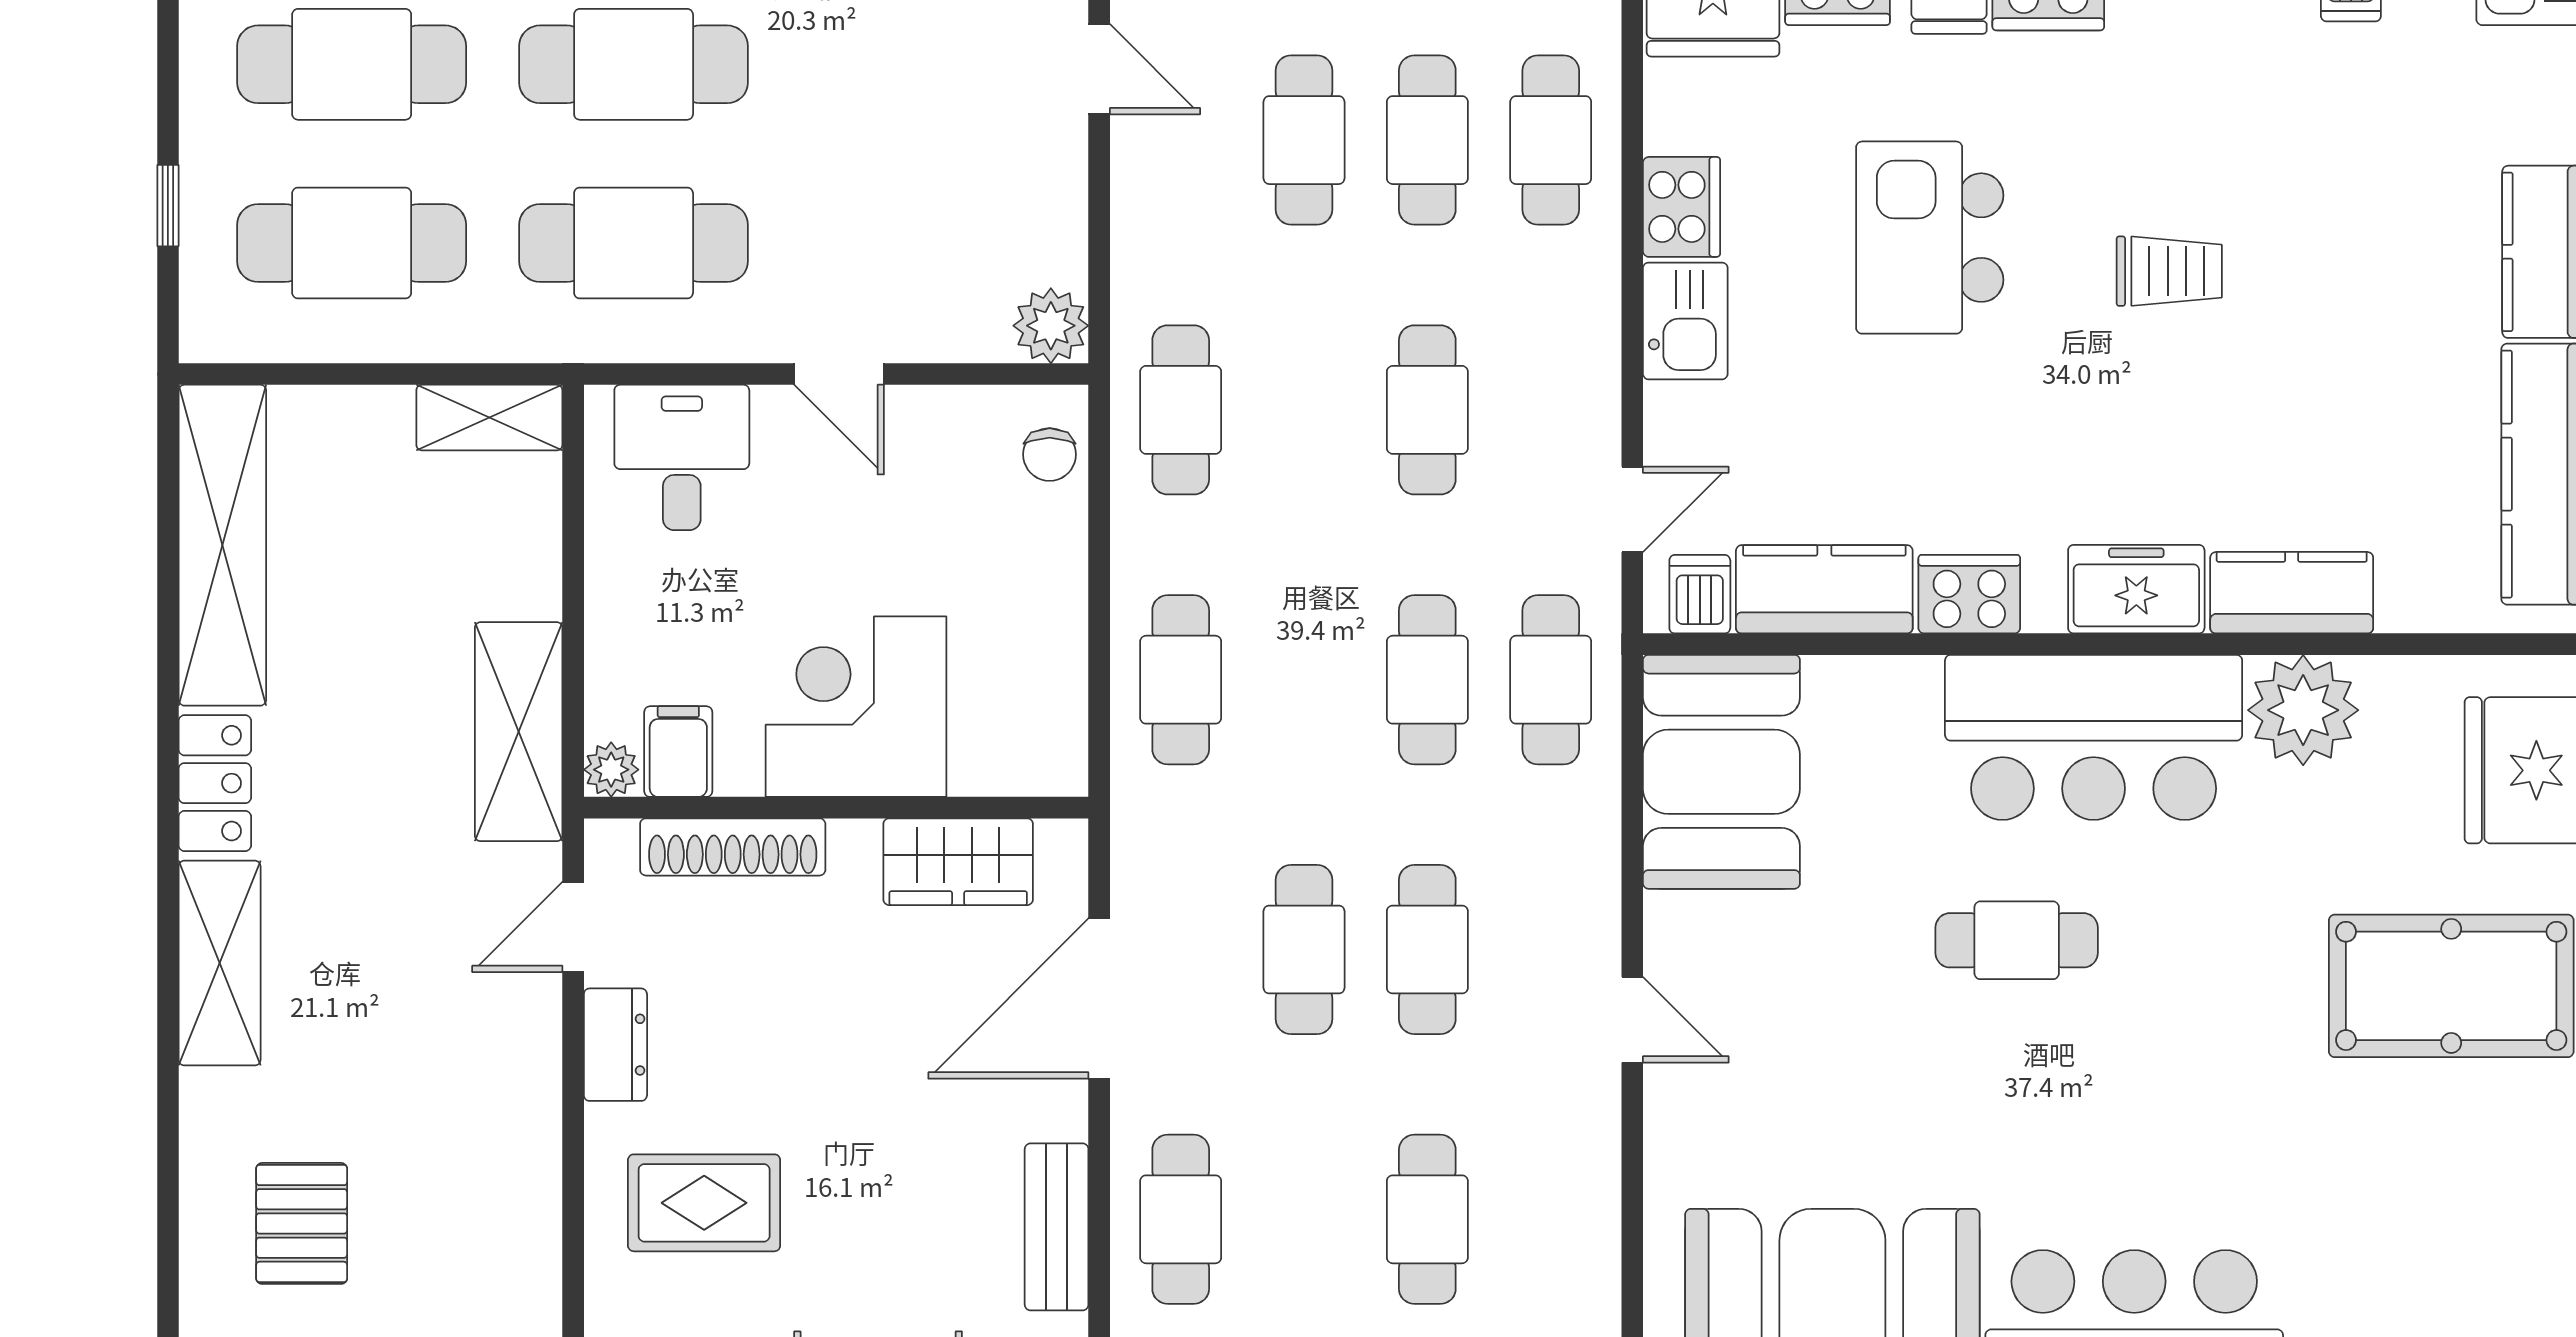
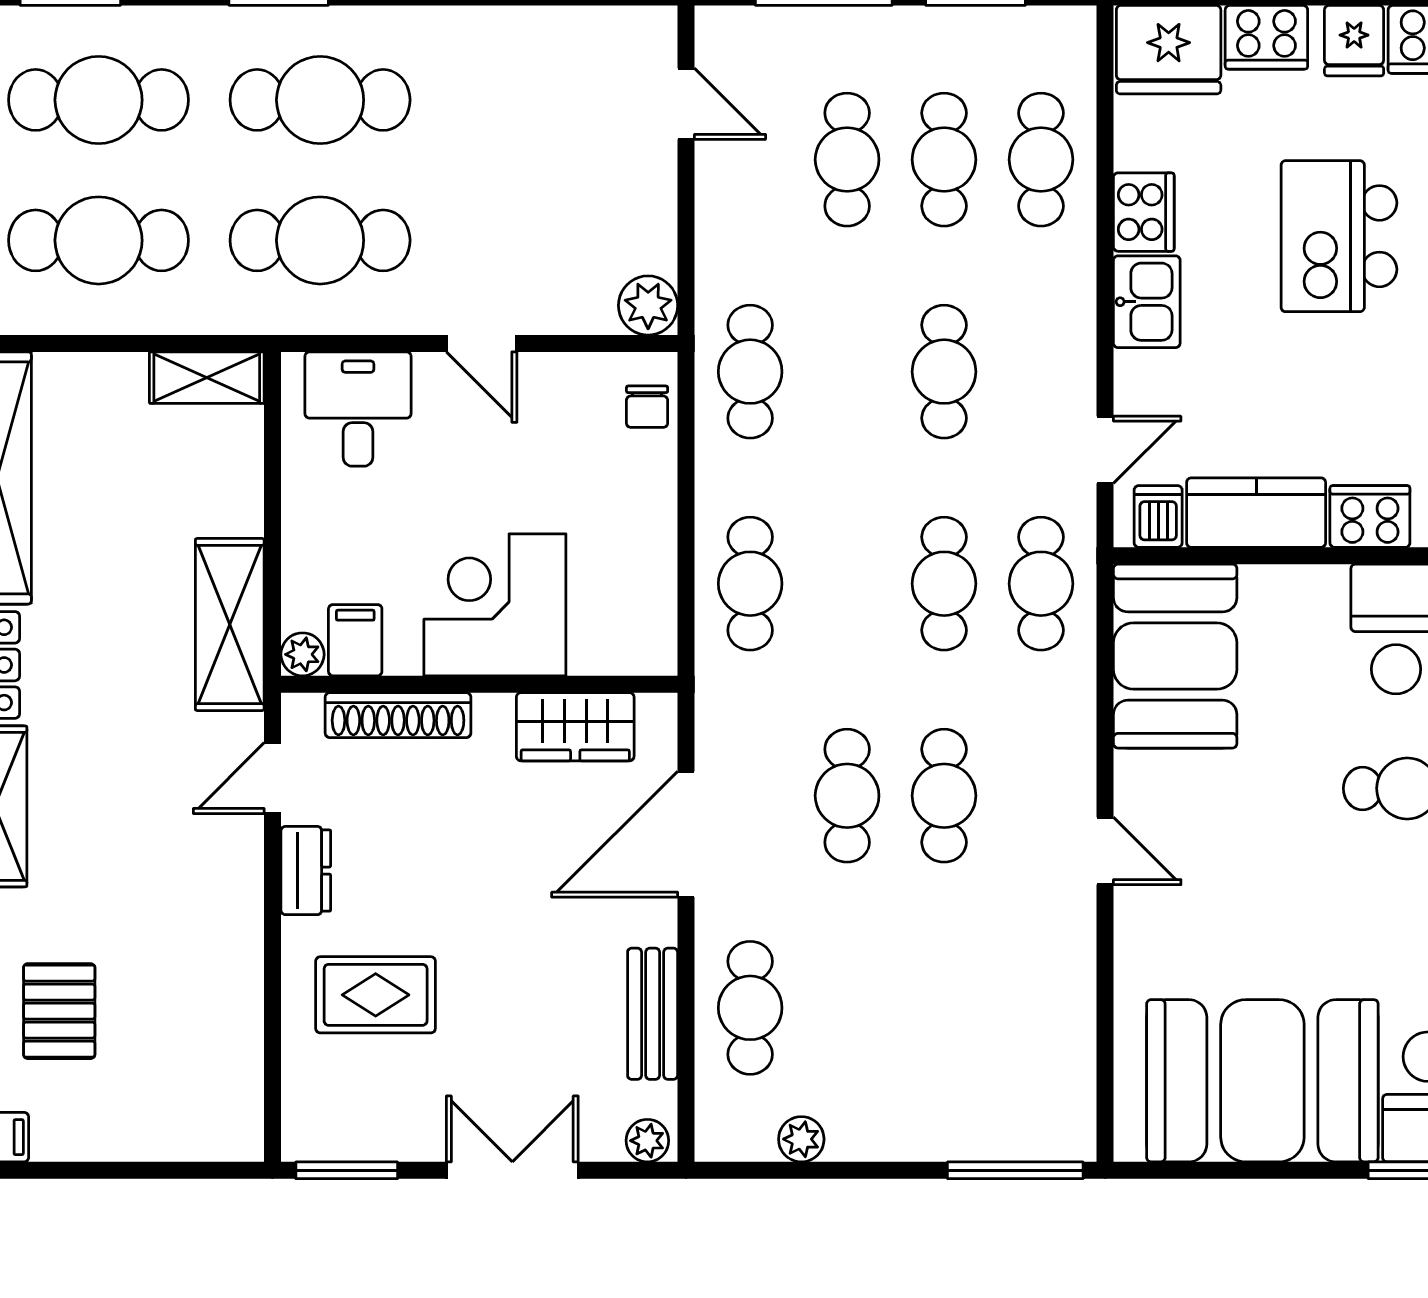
cafe table: (1427, 1219) -> (944, 1008), removed

